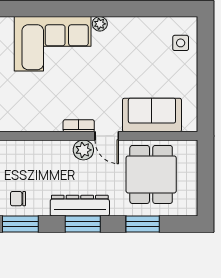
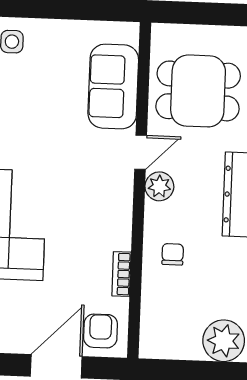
bookcase: (79, 126) -> (121, 274), moved
chair: (18, 199) -> (173, 254), moved, turned 180

